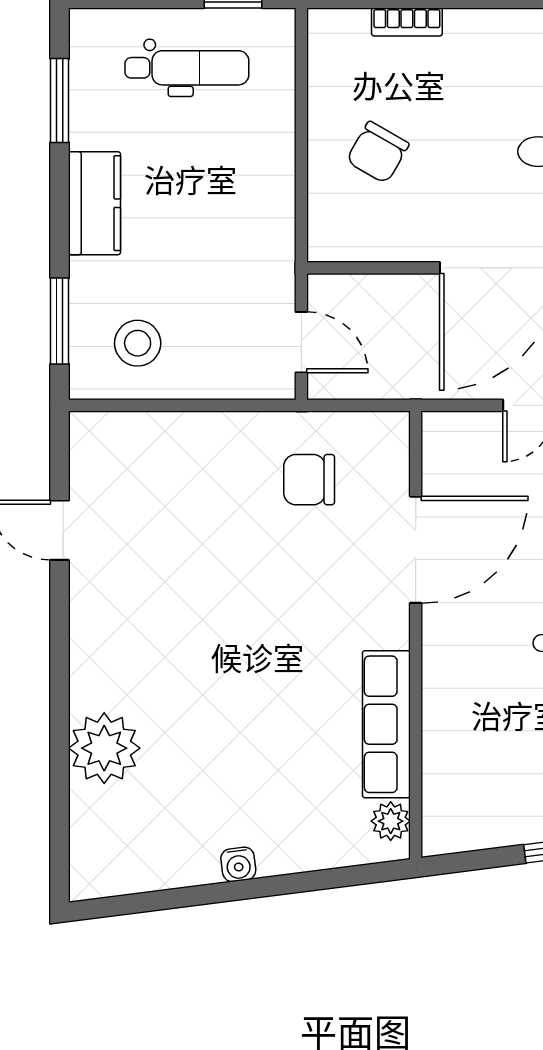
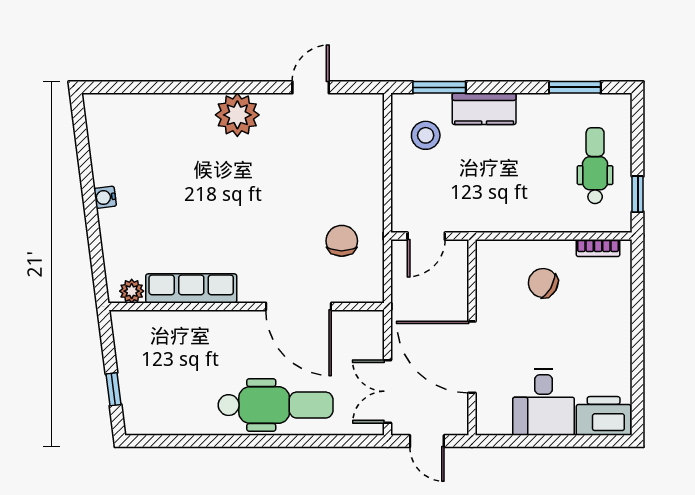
bookcase: (407, 22) -> (598, 248), moved, turned -90
dental chair: (187, 68) -> (595, 166), turned 180
kitchen counter: (95, 203) -> (484, 109), moved
plant: (104, 748) -> (237, 115), moved

